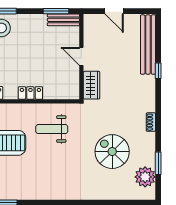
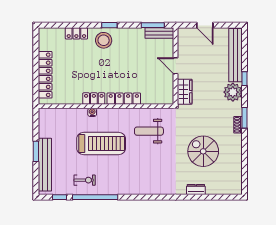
locker: (30, 93) -> (124, 99), width x1.53
window: (158, 163) -> (245, 118), moved
plant: (145, 177) -> (233, 92), moved
dresser: (104, 194) -> (196, 189), added

